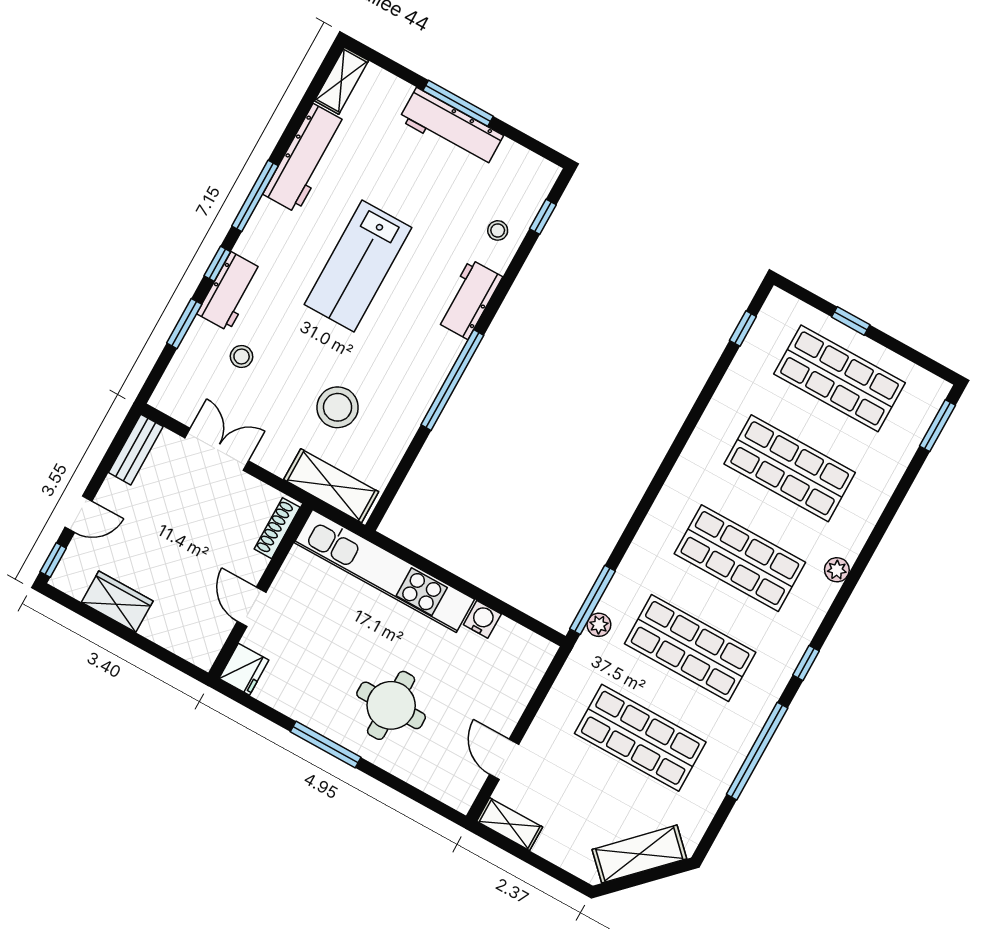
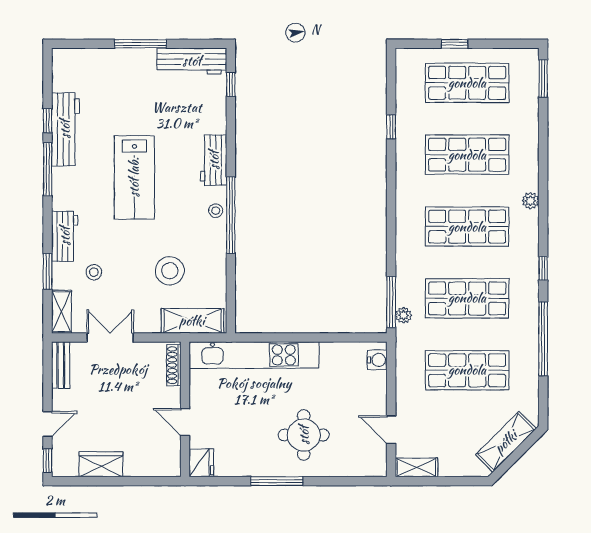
shelving: (341, 81) -> (61, 312), moved
workbench: (451, 128) -> (192, 61), moved
stool: (498, 230) -> (216, 211), moved
window: (217, 264) -> (48, 121), moved
window: (743, 329) -> (391, 127), moved
water cooler: (482, 619) -> (377, 360), moved, turned 90

